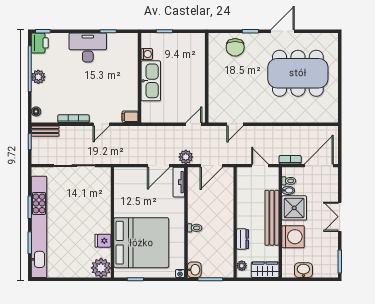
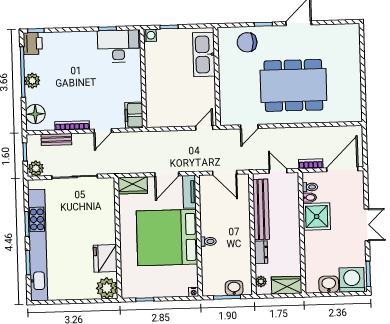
desk: (88, 47) -> (118, 46), moved
chair: (235, 47) -> (247, 42), turned 90
washing machine: (147, 54) -> (150, 35), moved
dining table: (298, 73) -> (293, 85), moved
kitchen sink: (151, 81) -> (204, 54), moved, turned 180
floor lamp: (36, 111) -> (35, 114), width x1.89, depth x1.89
filing cabinet: (130, 117) -> (134, 115), width x2.00
bench: (45, 131) -> (56, 139), moved
plant: (186, 157) -> (36, 168), moved
door: (211, 166) -> (225, 173), hinge flipped
wardrobe: (127, 175) -> (133, 185), added
double door: (340, 217) -> (367, 225), swing flipped
bench: (272, 218) -> (261, 209), moved
washing machine: (293, 237) -> (352, 280), moved, turned -90
fridge: (103, 241) -> (105, 258), width x1.88, depth x1.34
bed: (141, 243) -> (167, 238), moved, turned 180
washbasin: (194, 270) -> (234, 288), moved, turned -90

